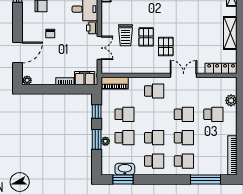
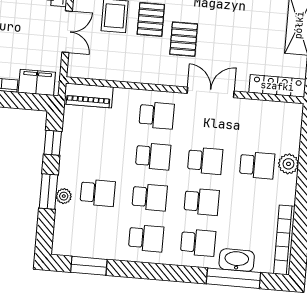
plant: (231, 100) -> (288, 164), moved
school desk: (124, 114) -> (153, 156), moved
washbasin: (125, 169) -> (237, 260), moved

